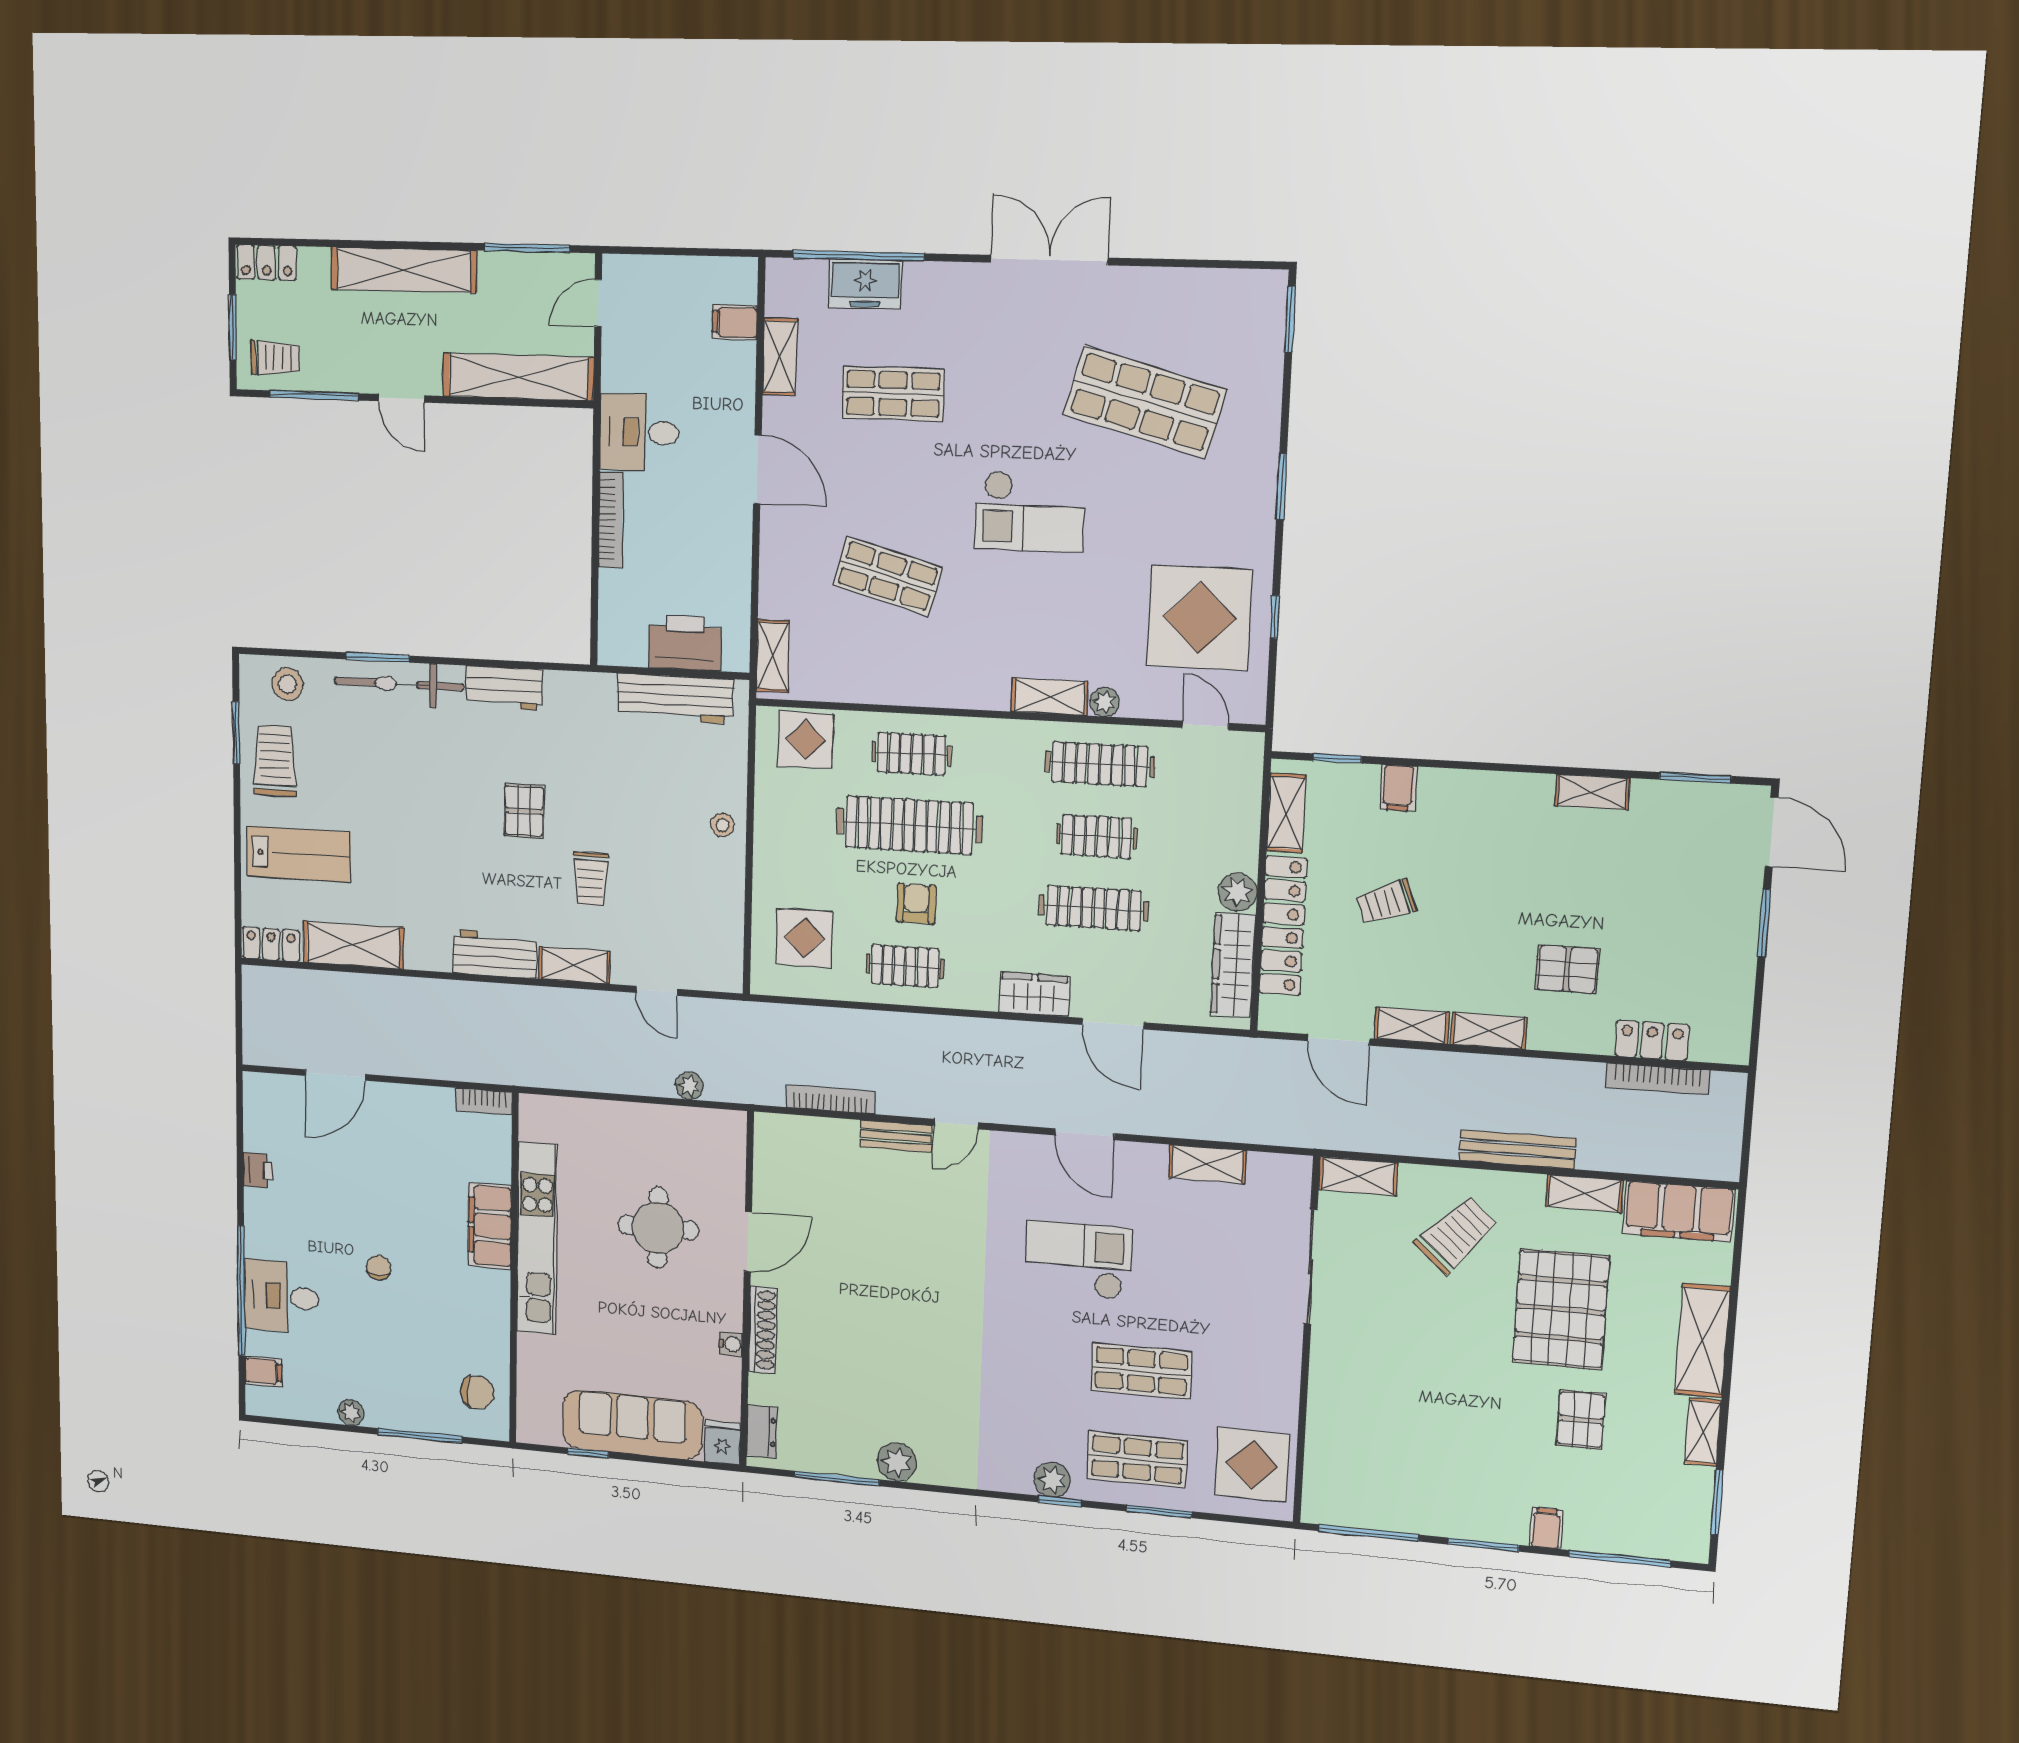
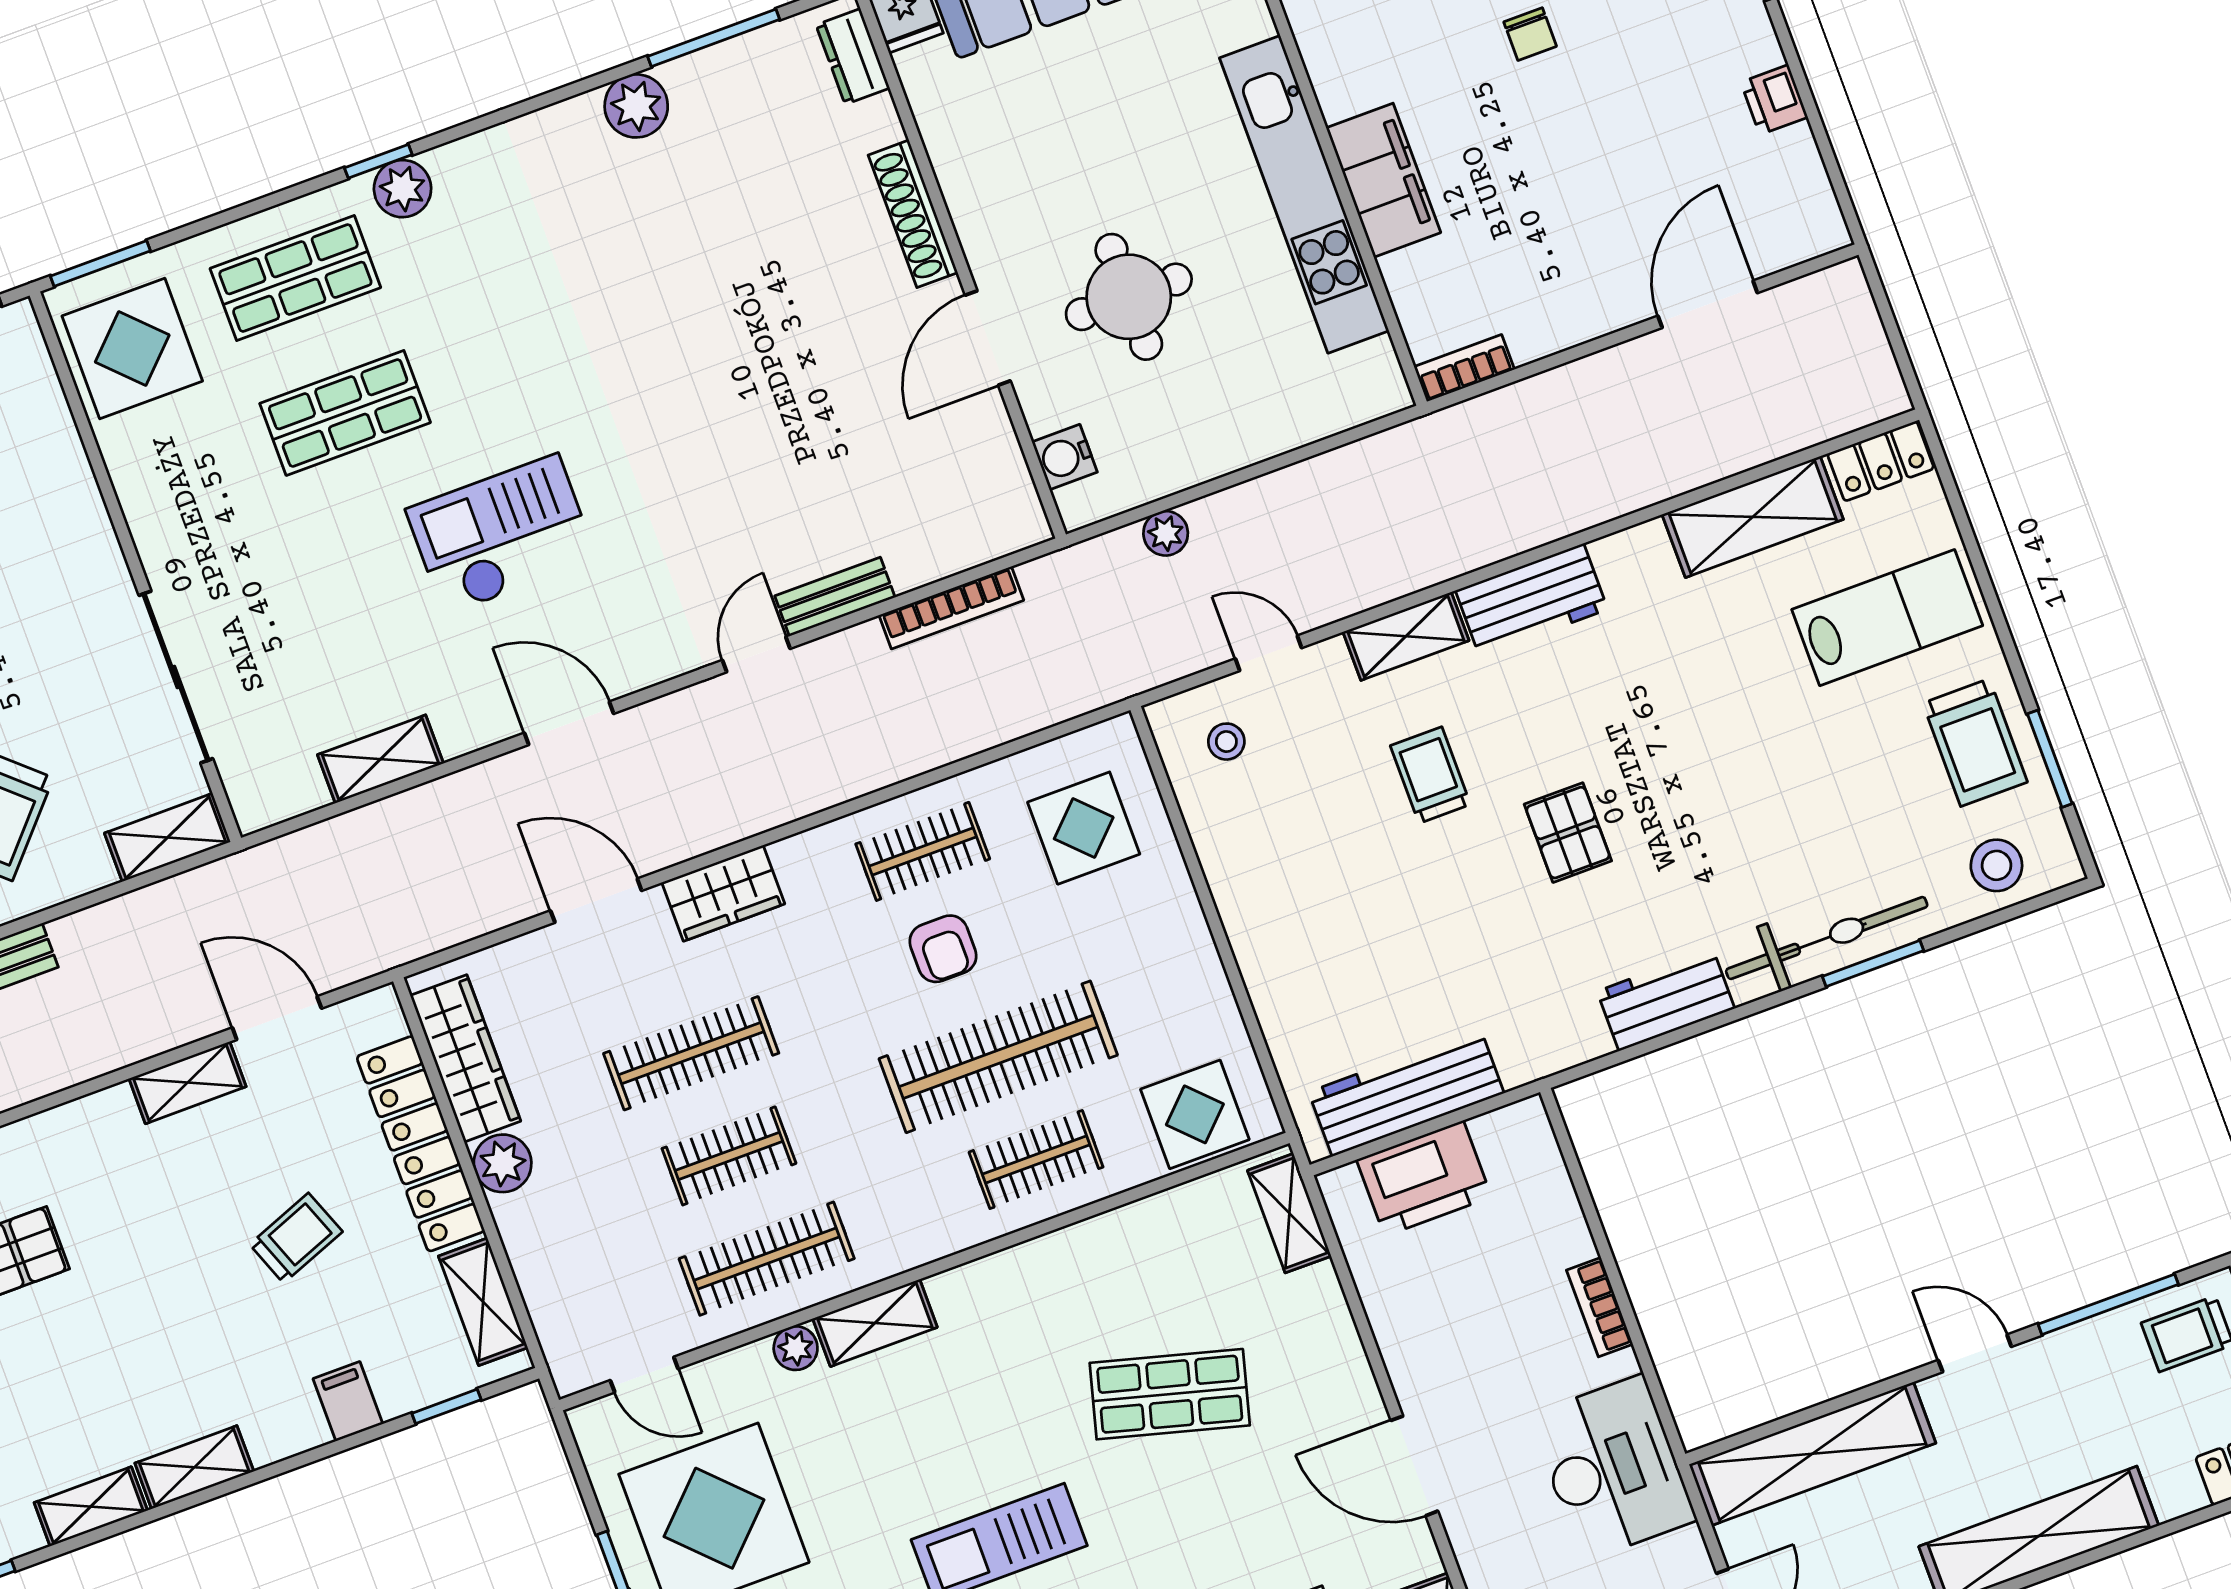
desk: (639, 432) -> (1613, 1468), width x1.37
bookcase: (611, 520) -> (1600, 1307), width x0.64
stool: (723, 825) -> (1226, 742), moved
lab bench: (299, 854) -> (1887, 618), turned 180
shelving: (1489, 1031) -> (194, 1467), moved
checkout: (1078, 1260) -> (501, 535), turned 180
water cooler: (731, 1344) -> (1065, 457), moved, width x1.38, depth x1.38
window: (1159, 1511) -> (100, 264), moved

